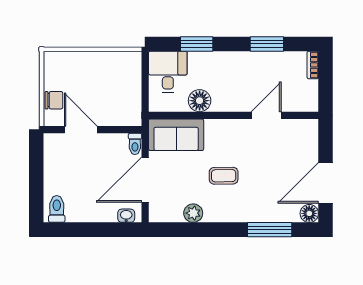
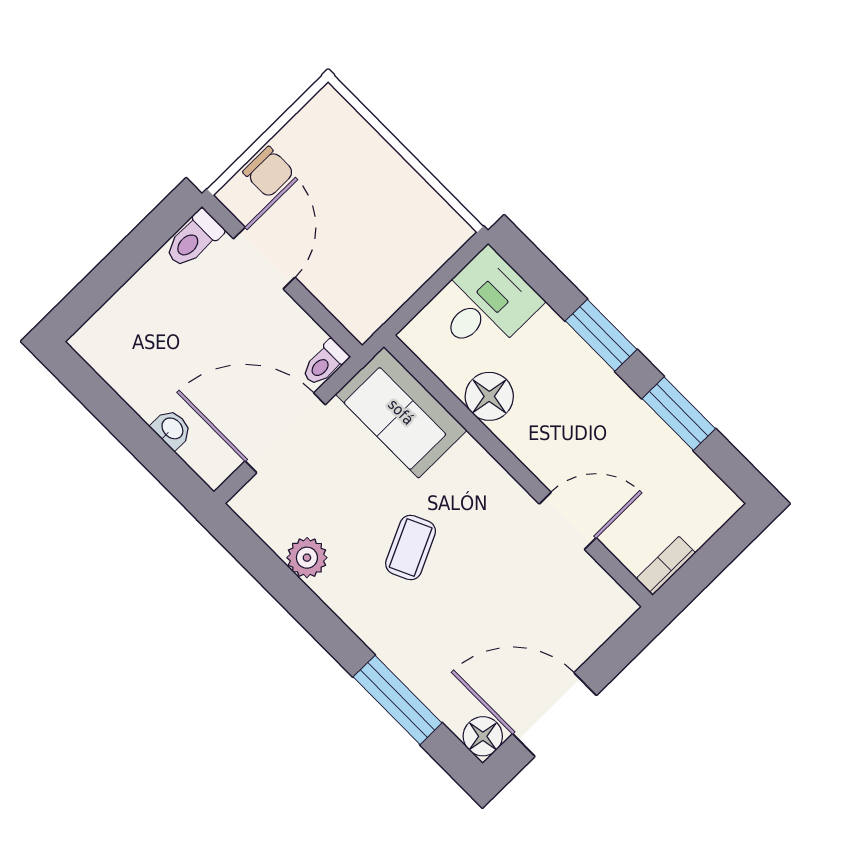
window: (197, 44) -> (601, 335), moved
bookcase: (313, 65) -> (666, 566), moved
coffee table: (224, 176) -> (411, 548), turned 66
toilet: (57, 209) -> (194, 239), moved, turned 180
washbasin: (126, 216) -> (172, 429), moved

